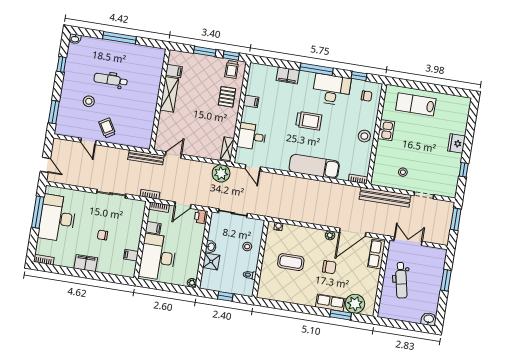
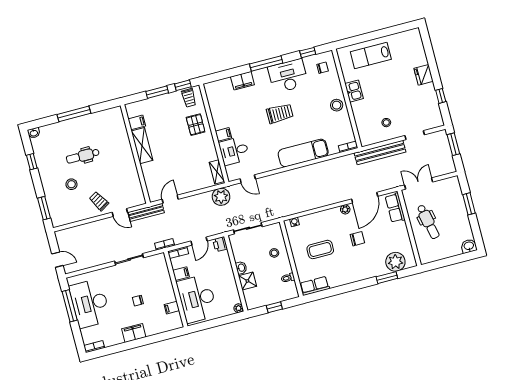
filing cabinet: (251, 101) -> (223, 134), moved
door: (88, 141) -> (120, 212), moved
row of seats: (330, 303) -> (315, 286), moved

